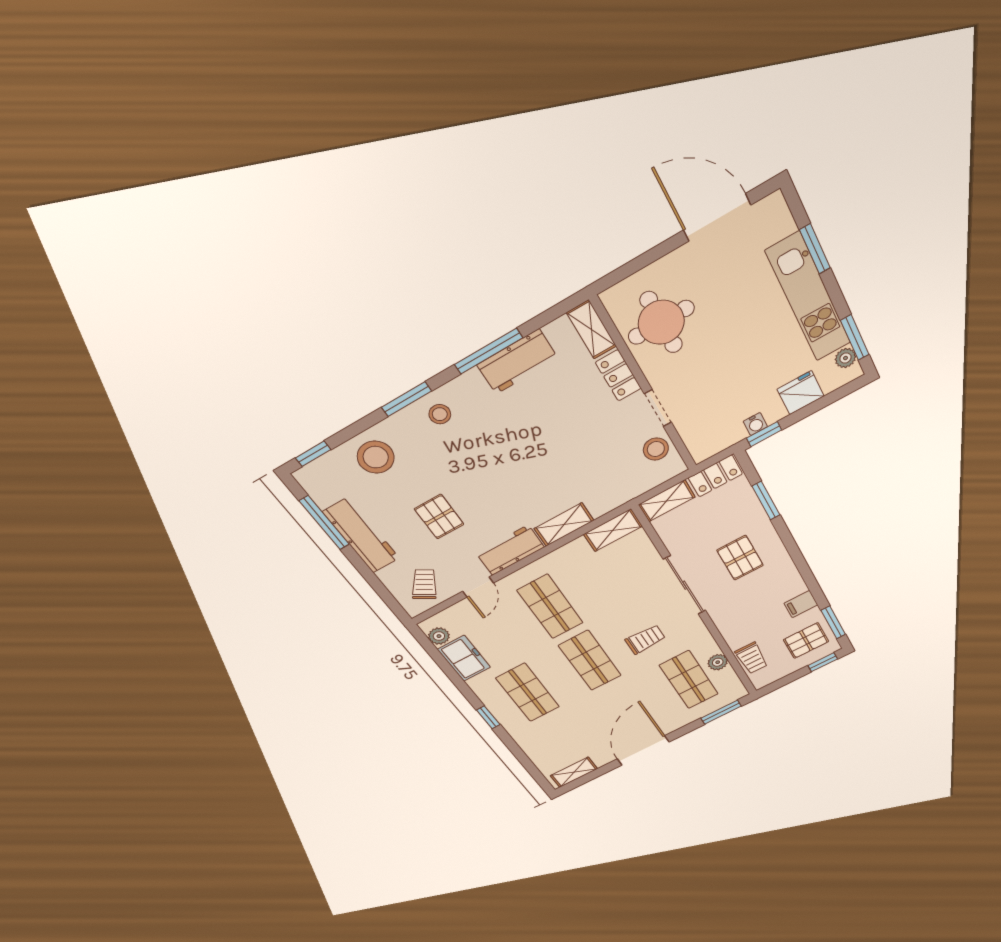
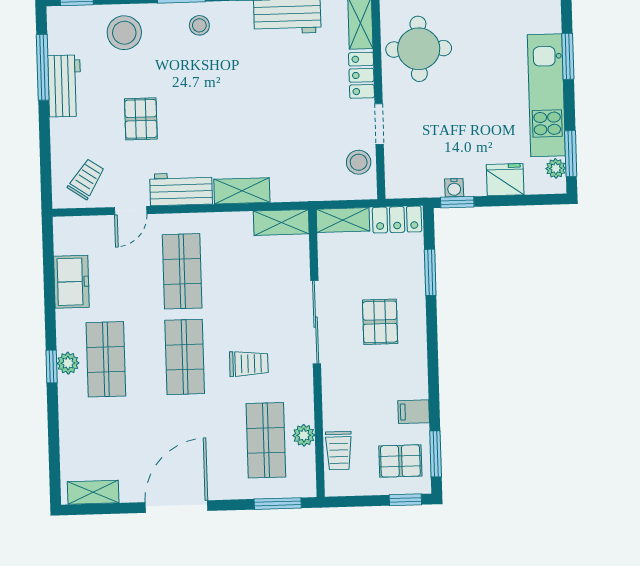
workbench: (361, 535) -> (64, 86), width x0.73
plant: (439, 636) -> (68, 363), moved

